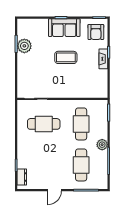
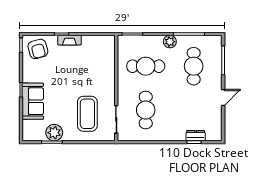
sofa: (64, 28) -> (33, 101), moved
armchair: (96, 32) -> (38, 49), turned 75
coffee table: (66, 57) -> (87, 114), moved, width x1.36, depth x1.32
cafe table: (81, 165) -> (194, 66), turned 90
dresser: (22, 177) -> (196, 136), moved
door: (54, 190) -> (223, 98), hinge flipped

